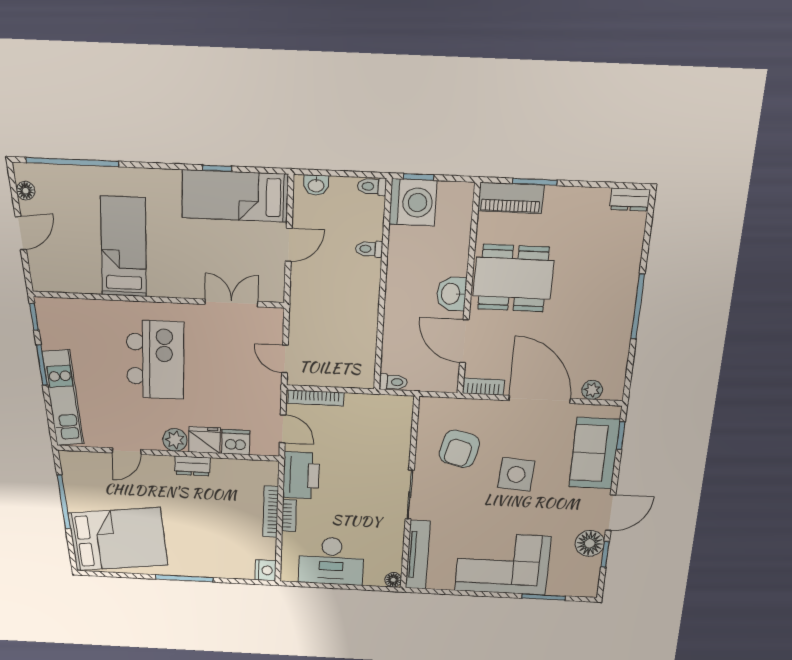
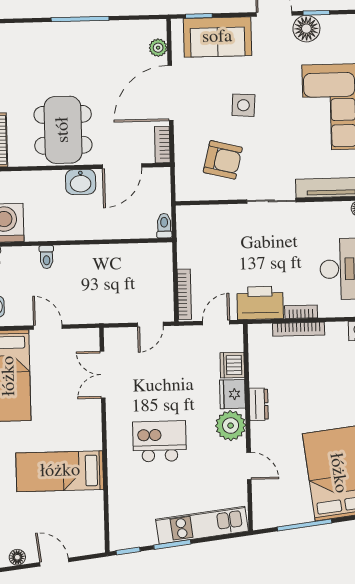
kitchen island: (155, 360) -> (160, 441), width x0.73, depth x0.78
plant: (175, 440) -> (231, 426), width x1.36, depth x1.36
side table: (516, 474) -> (243, 105), width x0.73, depth x0.73

